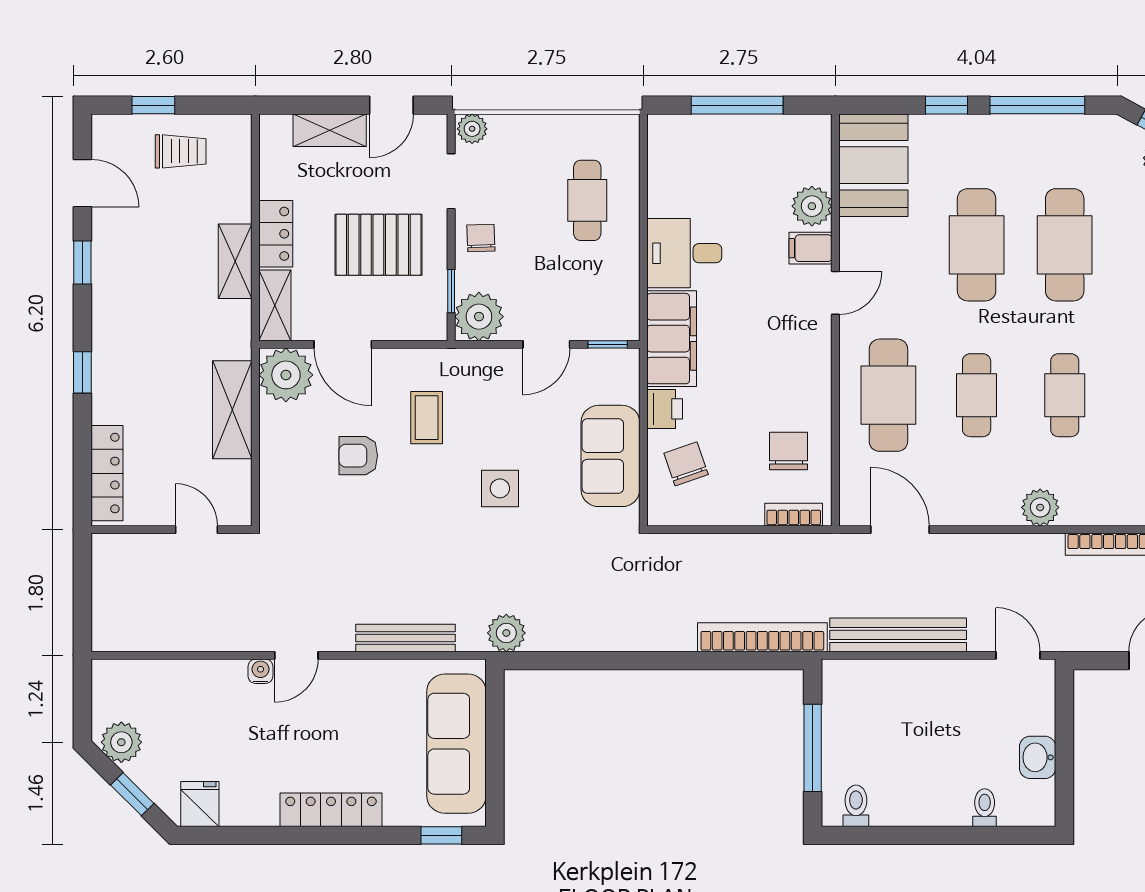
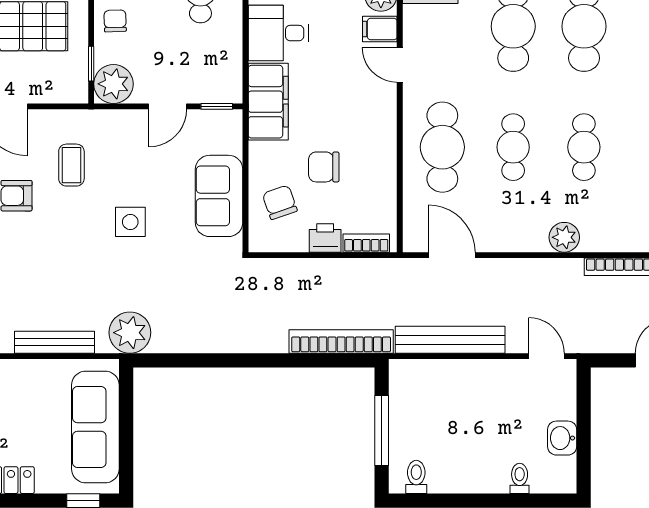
door: (835, 293) -> (400, 65), swing flipped
printer: (665, 409) -> (325, 238), moved, turned -90
chair: (789, 451) -> (324, 167), moved, turned -90
plant: (506, 633) -> (130, 333), width x1.36, depth x1.36

